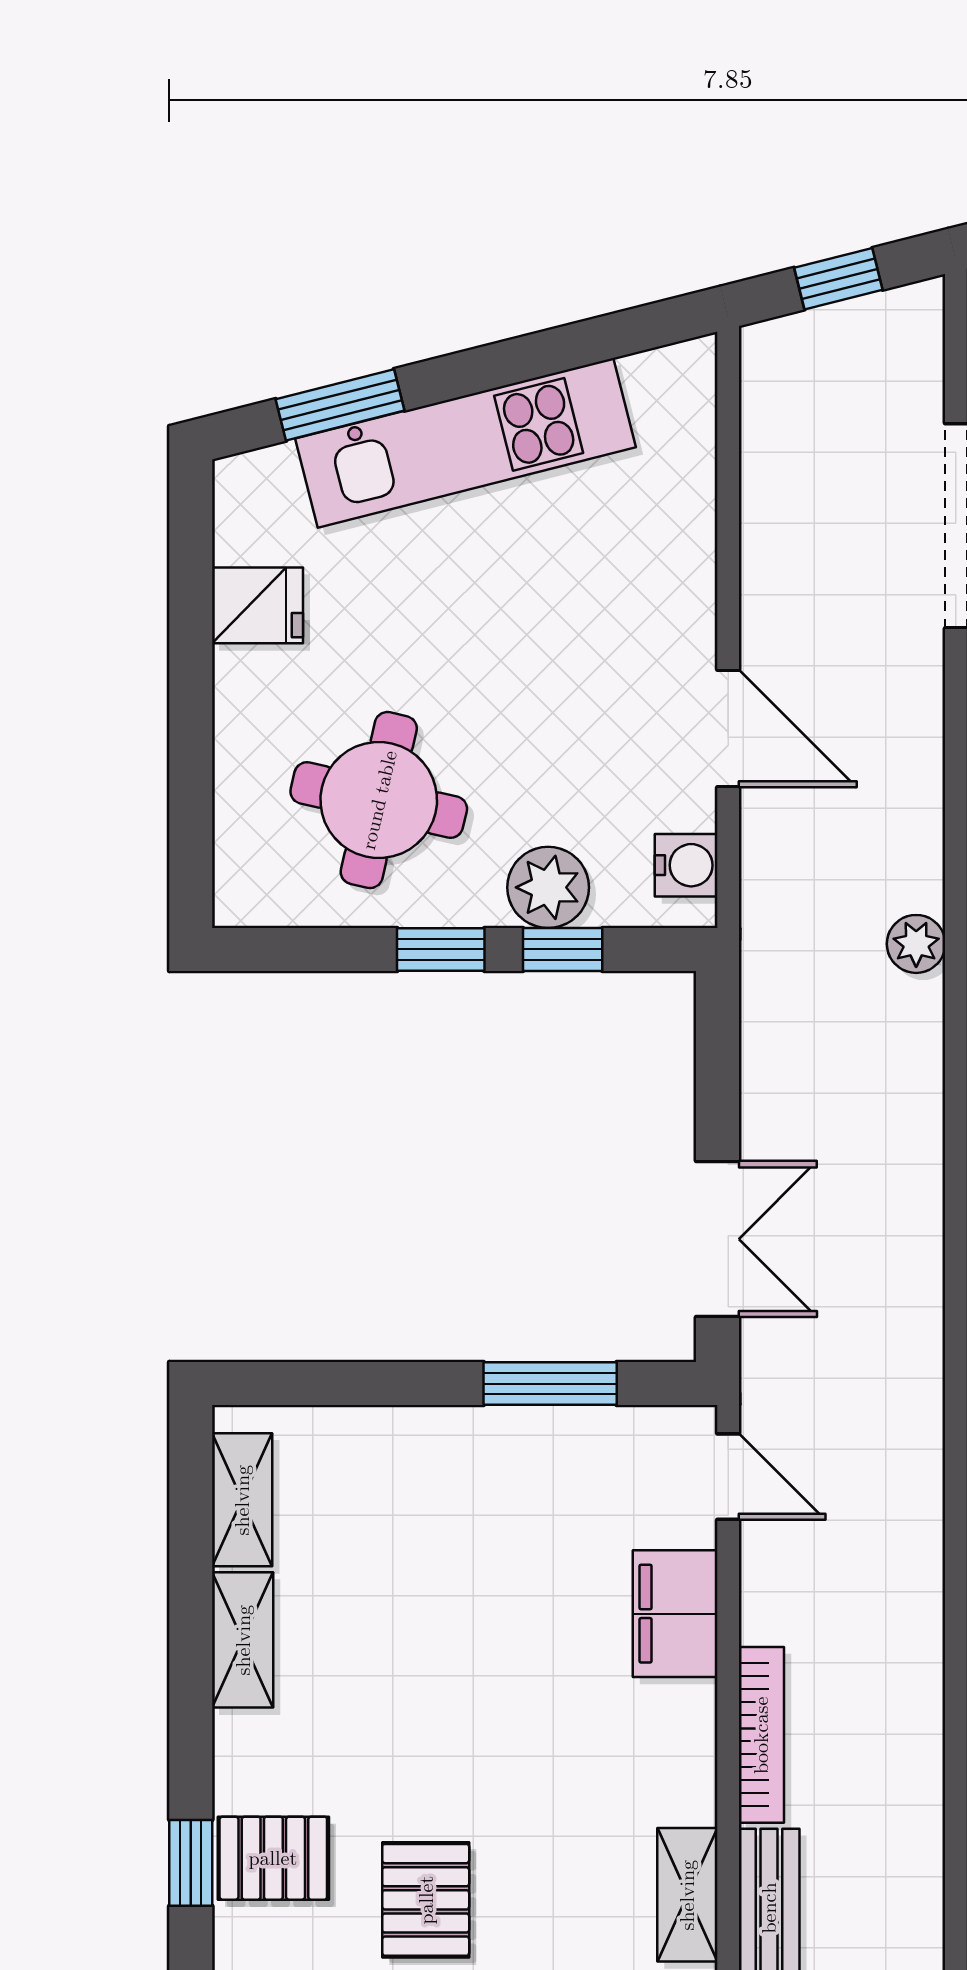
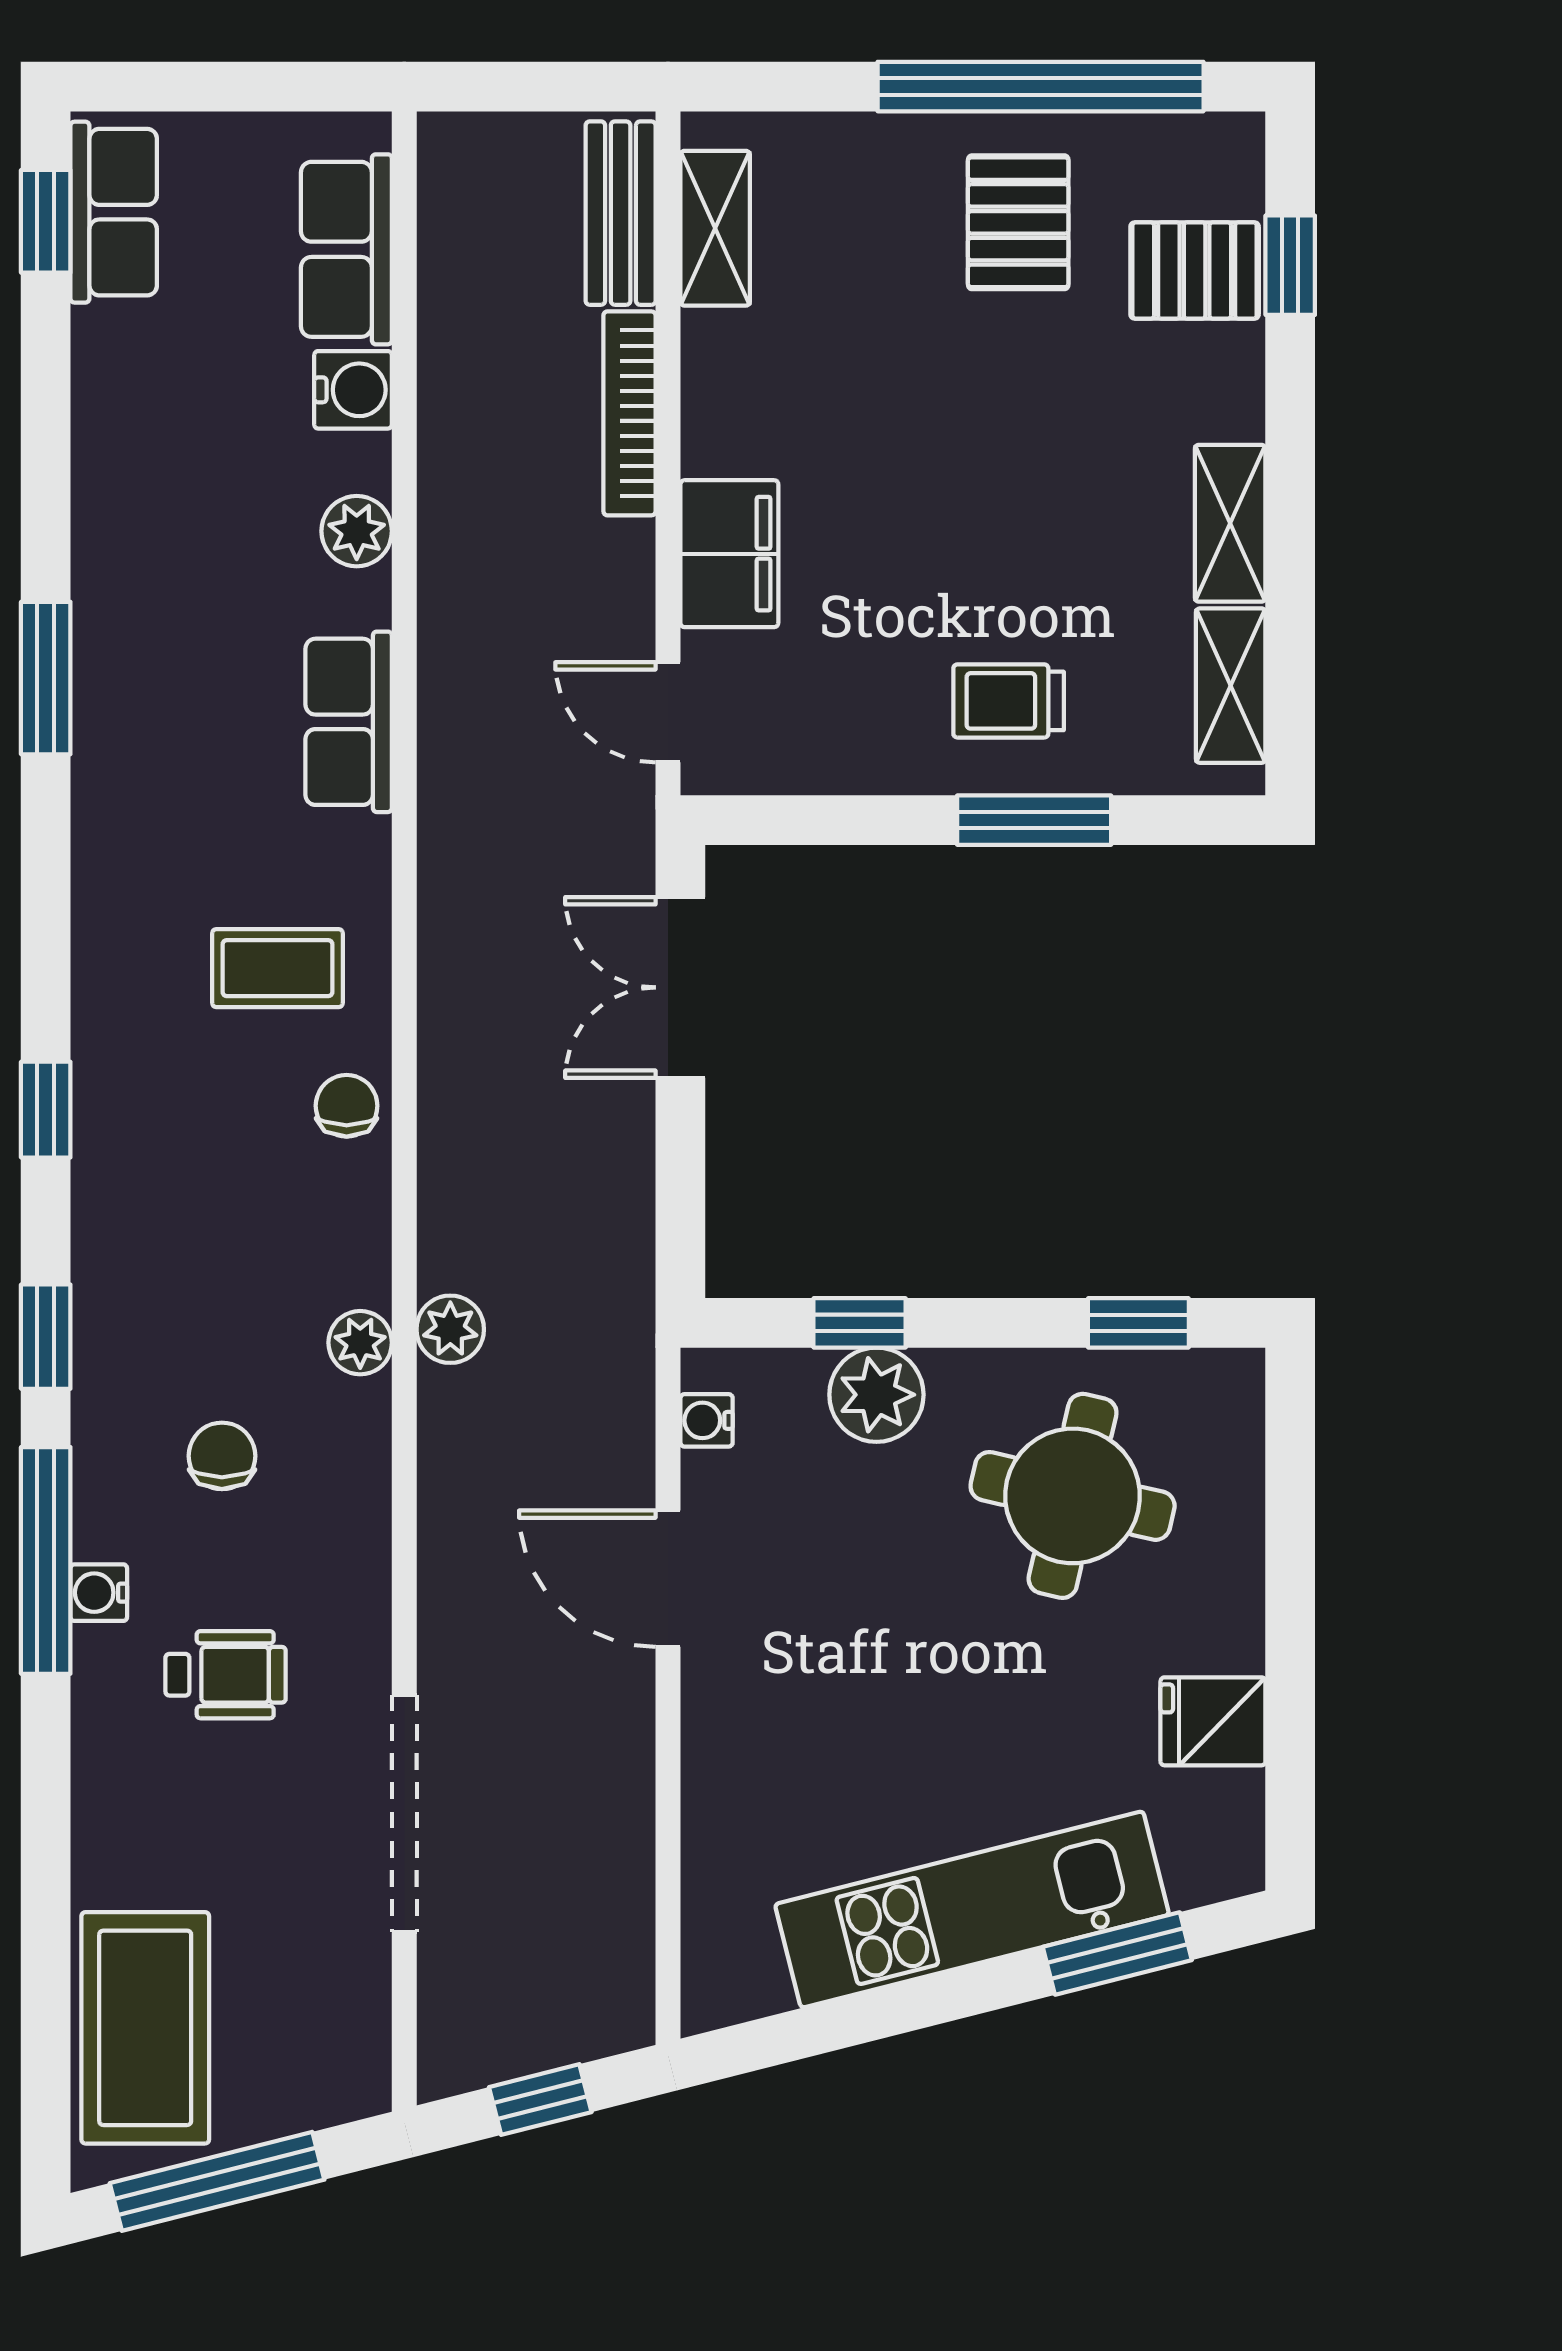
water cooler: (686, 865) -> (707, 1420), width x0.72, depth x0.72
window: (441, 949) -> (1138, 1323), moved
window: (550, 1384) -> (1034, 820), moved
trolley: (434, 1487) -> (1009, 701), added

